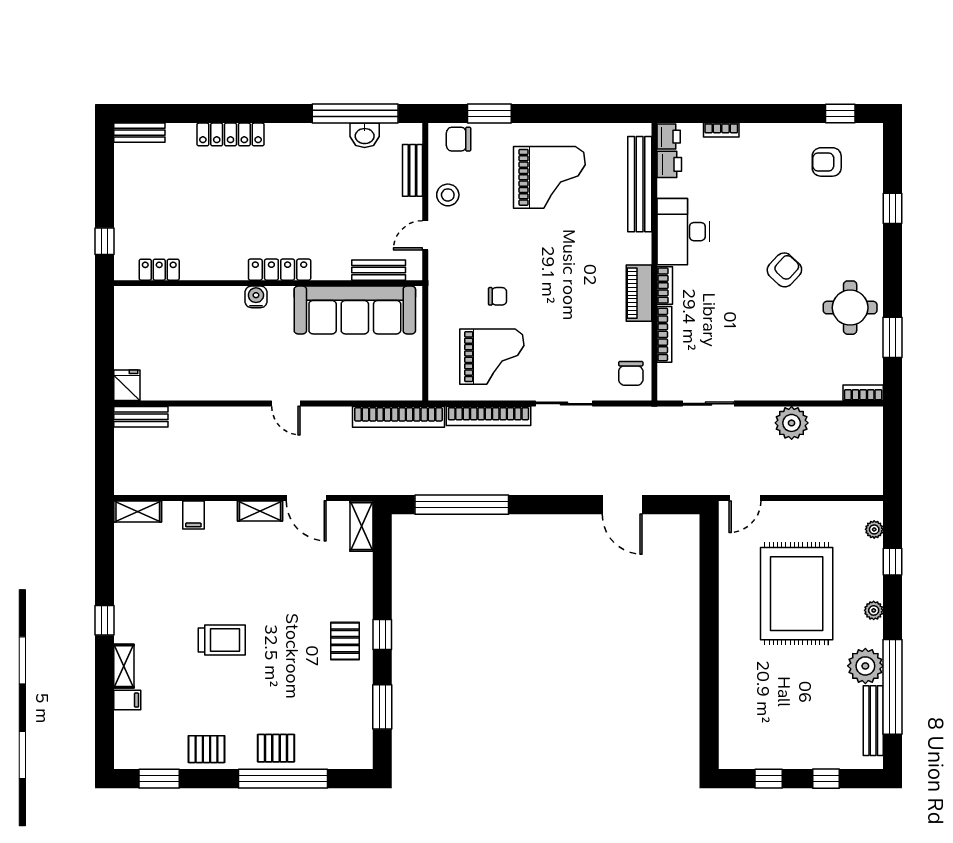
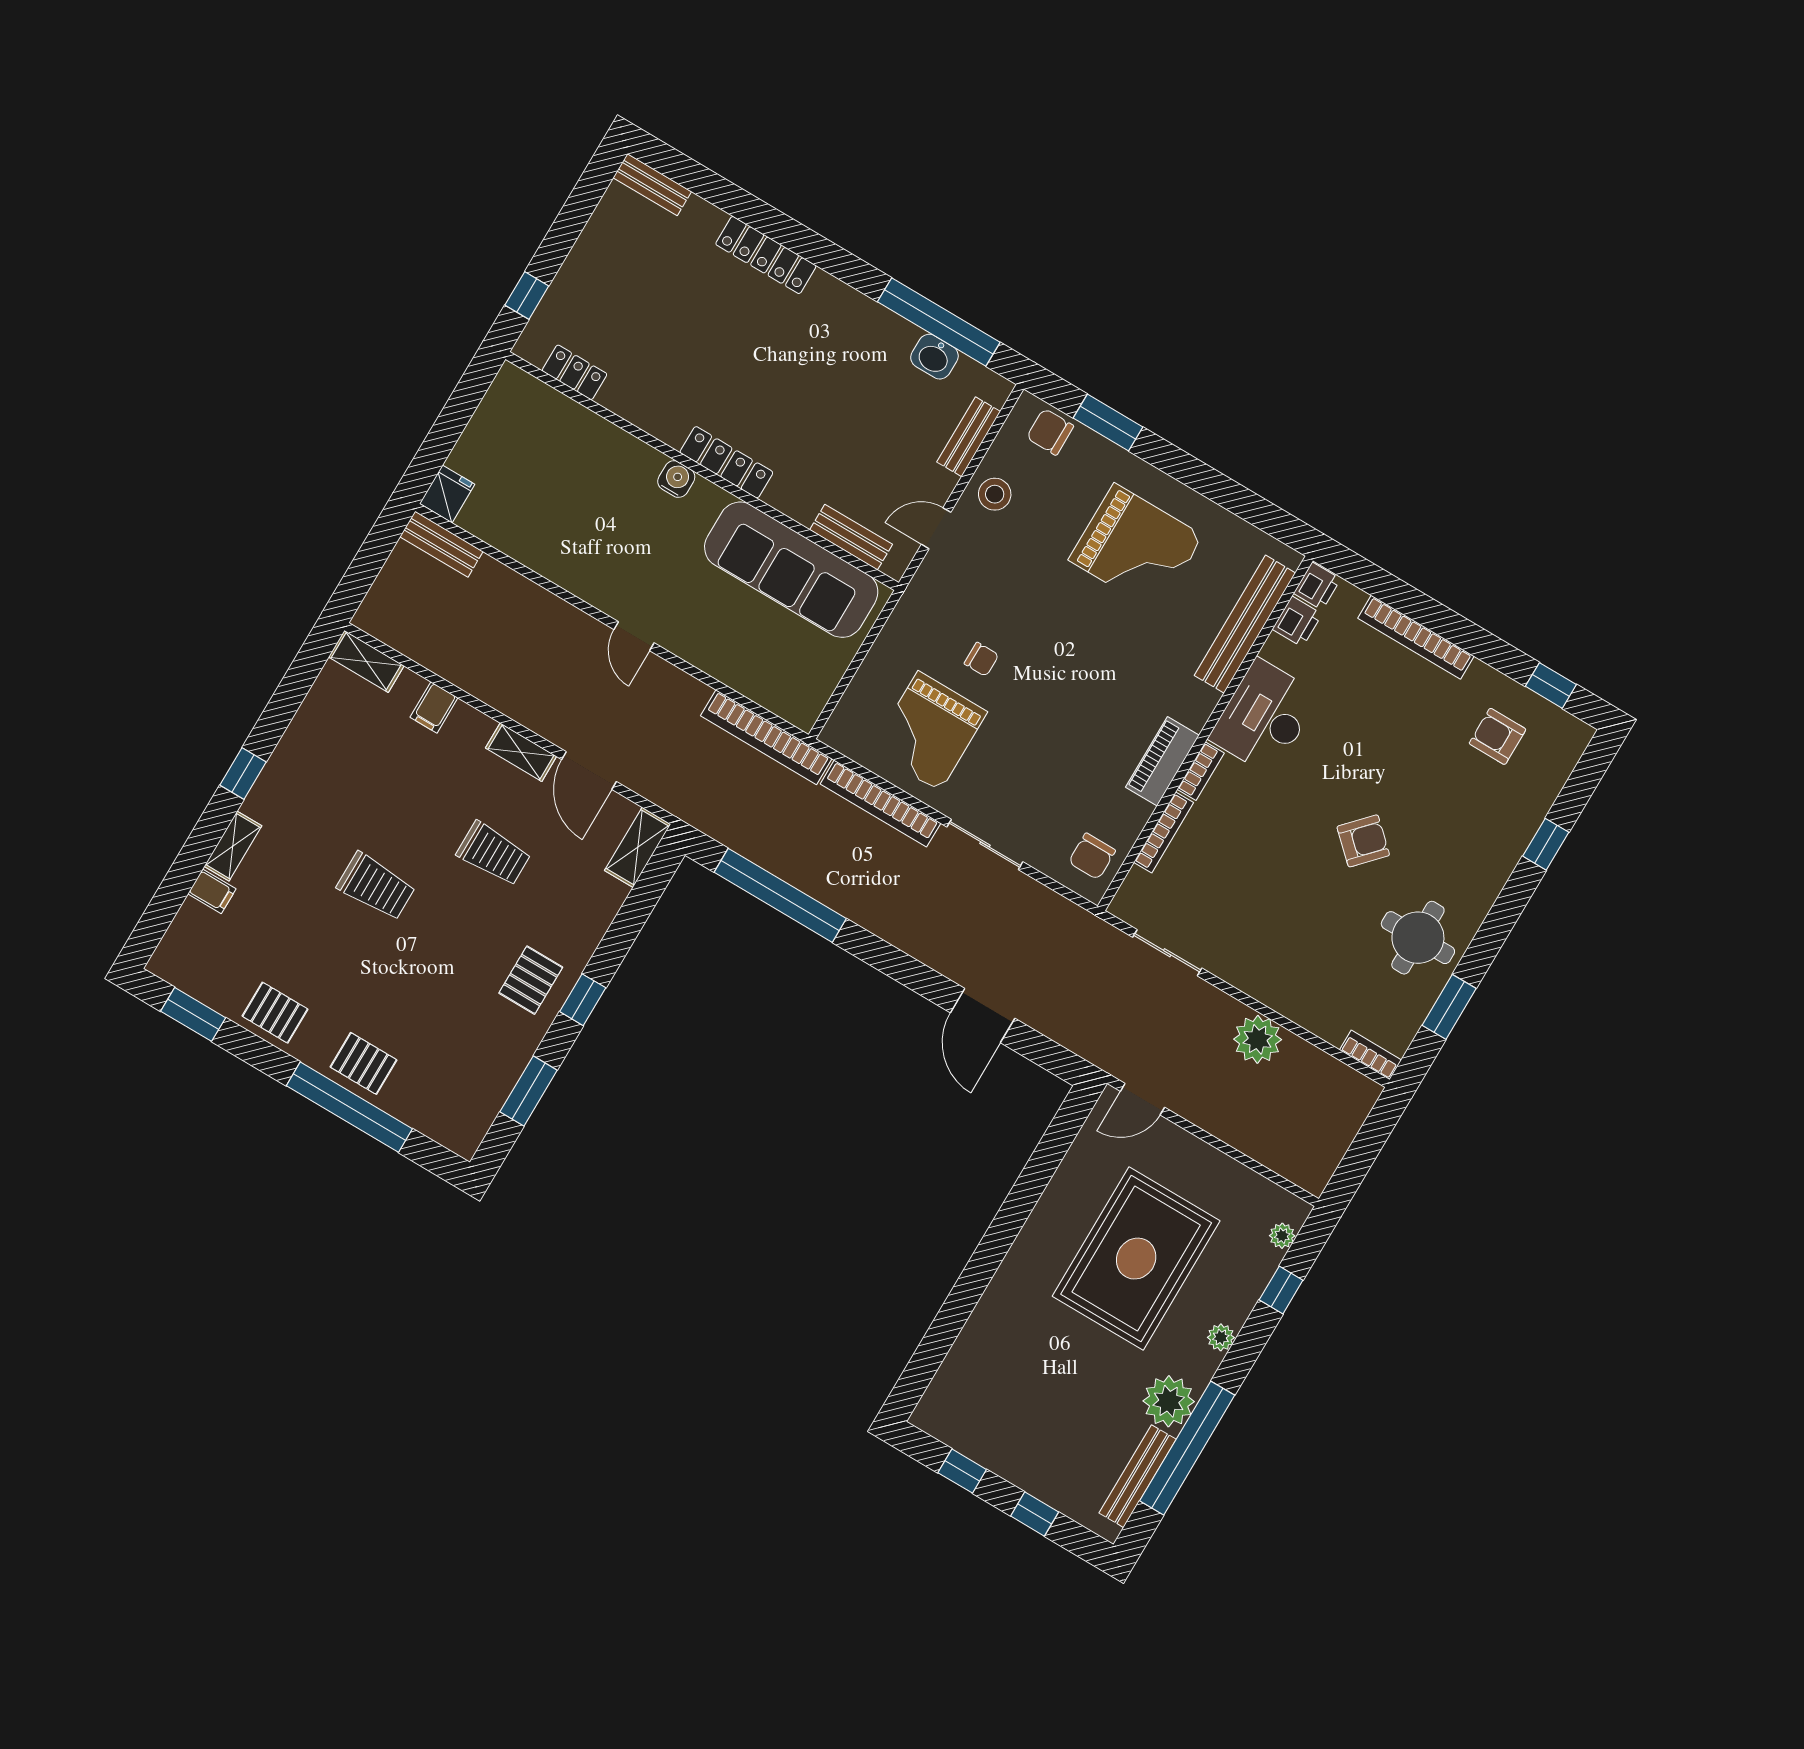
bookcase: (721, 130) -> (1416, 637), width x2.31, depth x1.31
grand piano: (492, 357) -> (929, 731), turned 90
trolley: (279, 580) -> (494, 854), added

